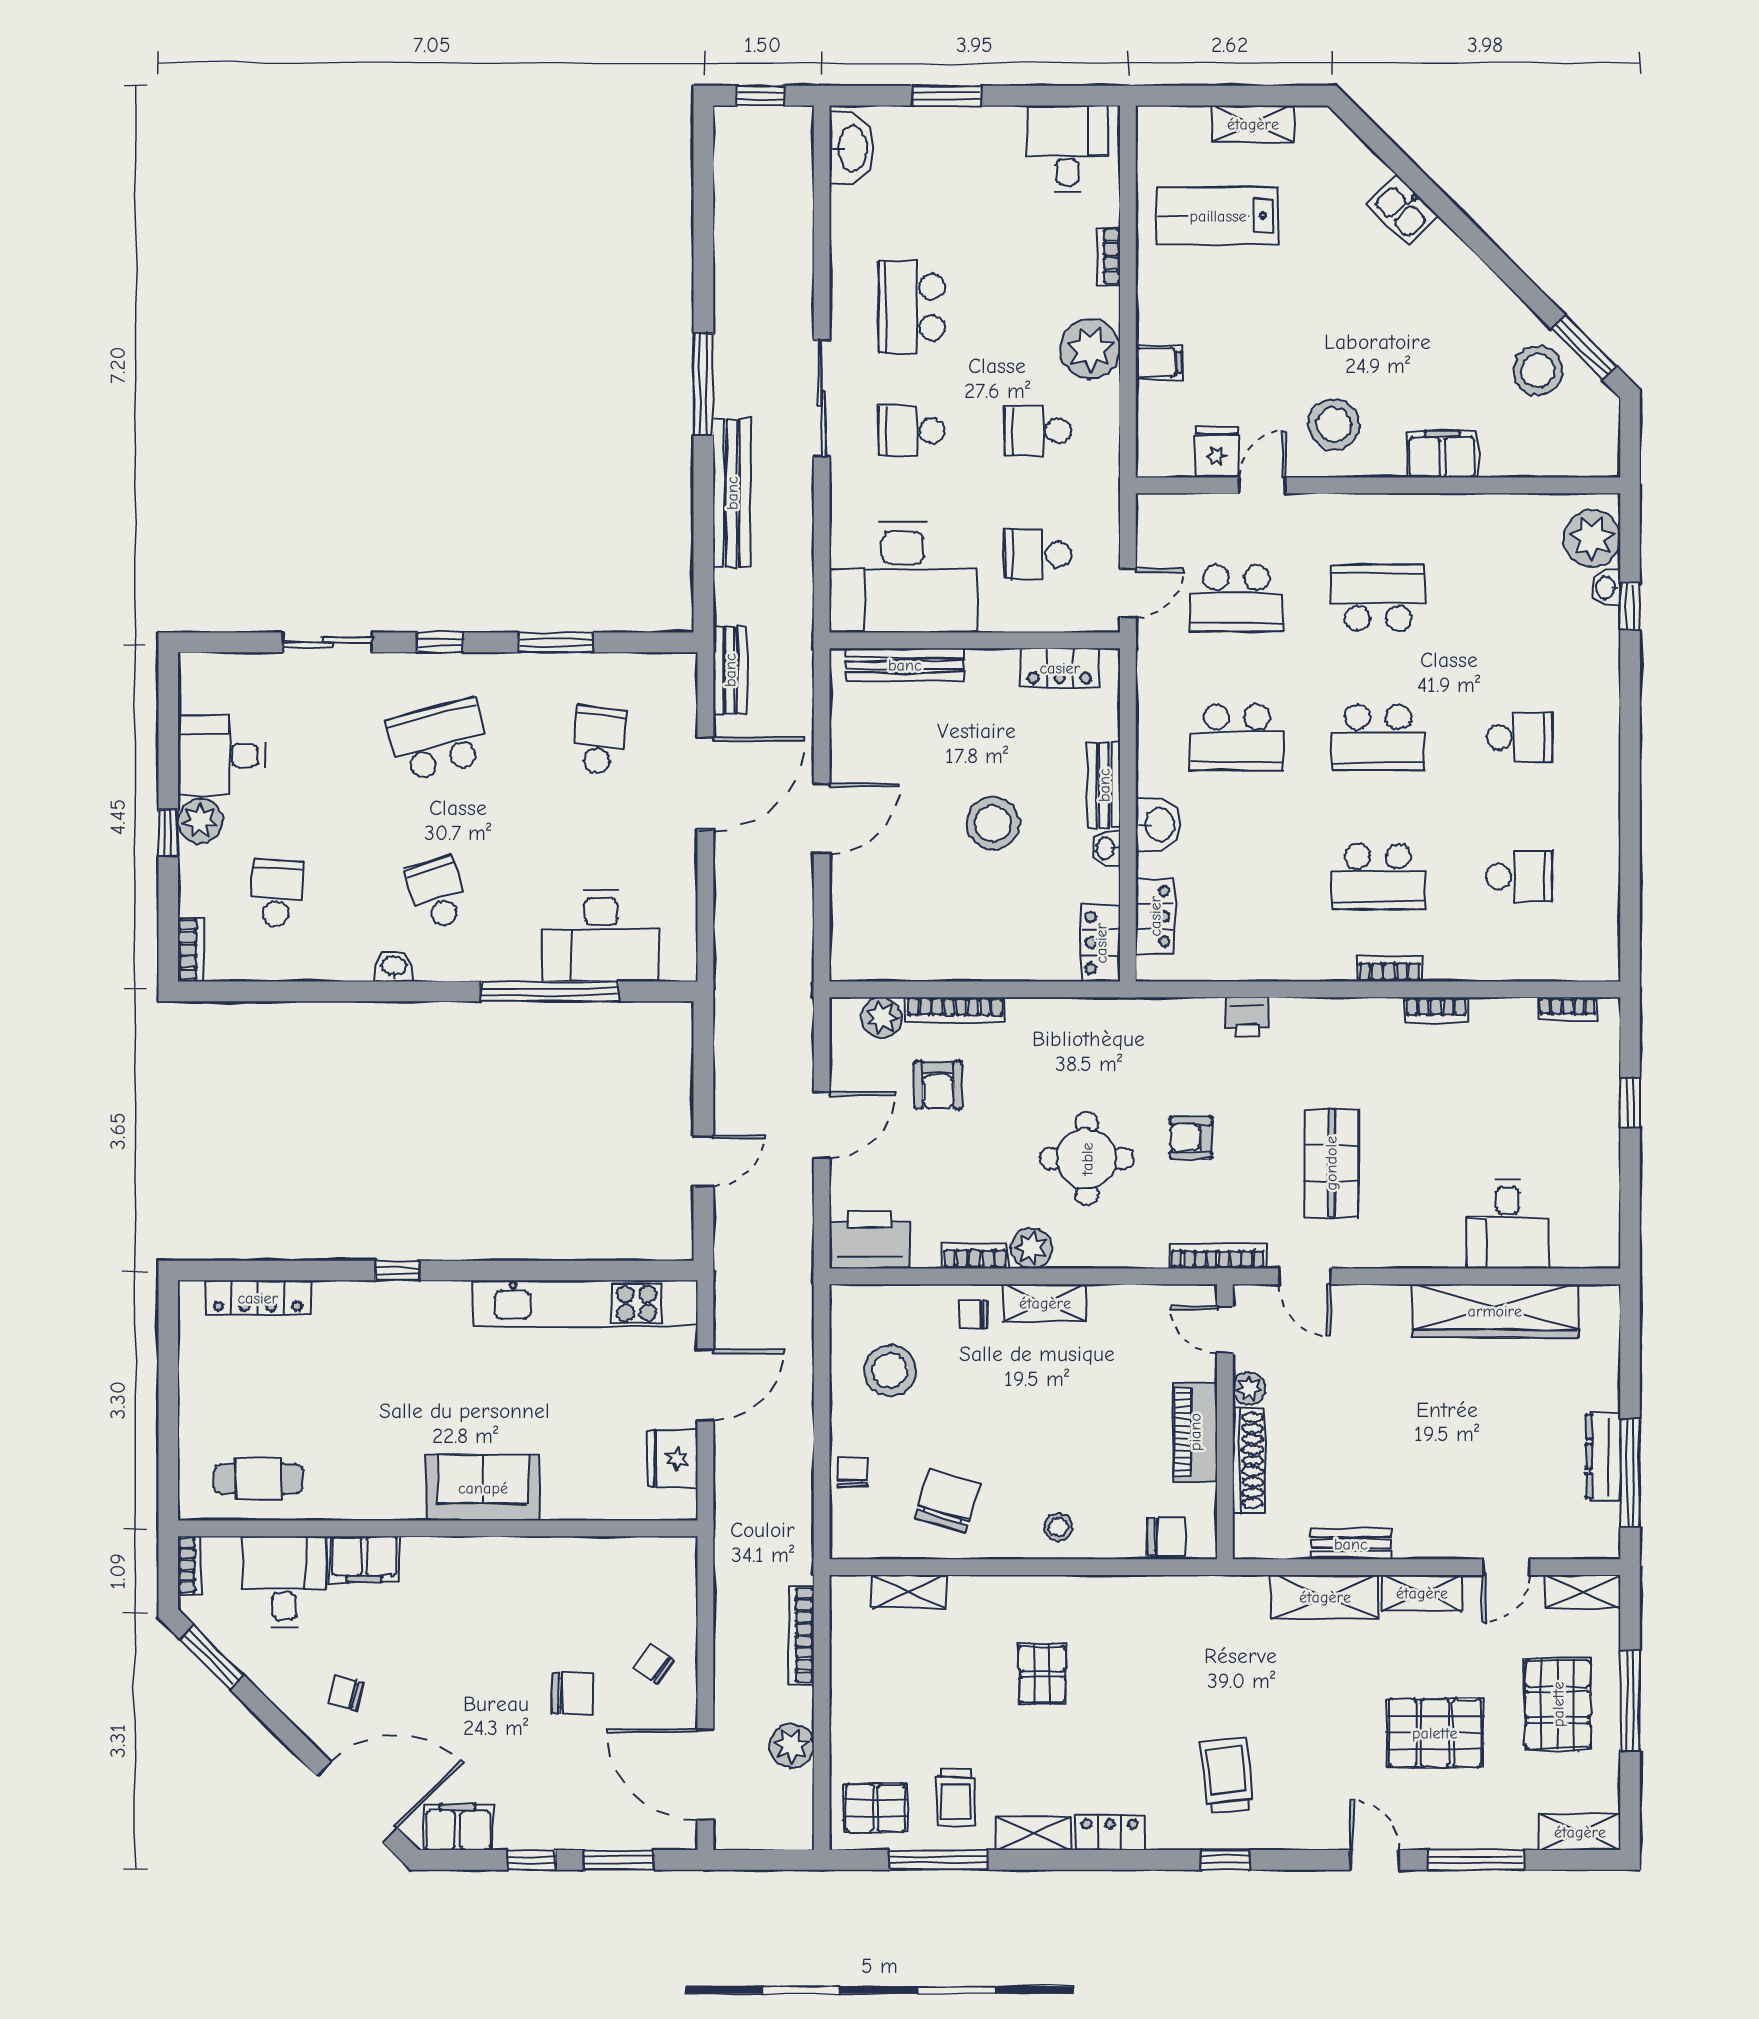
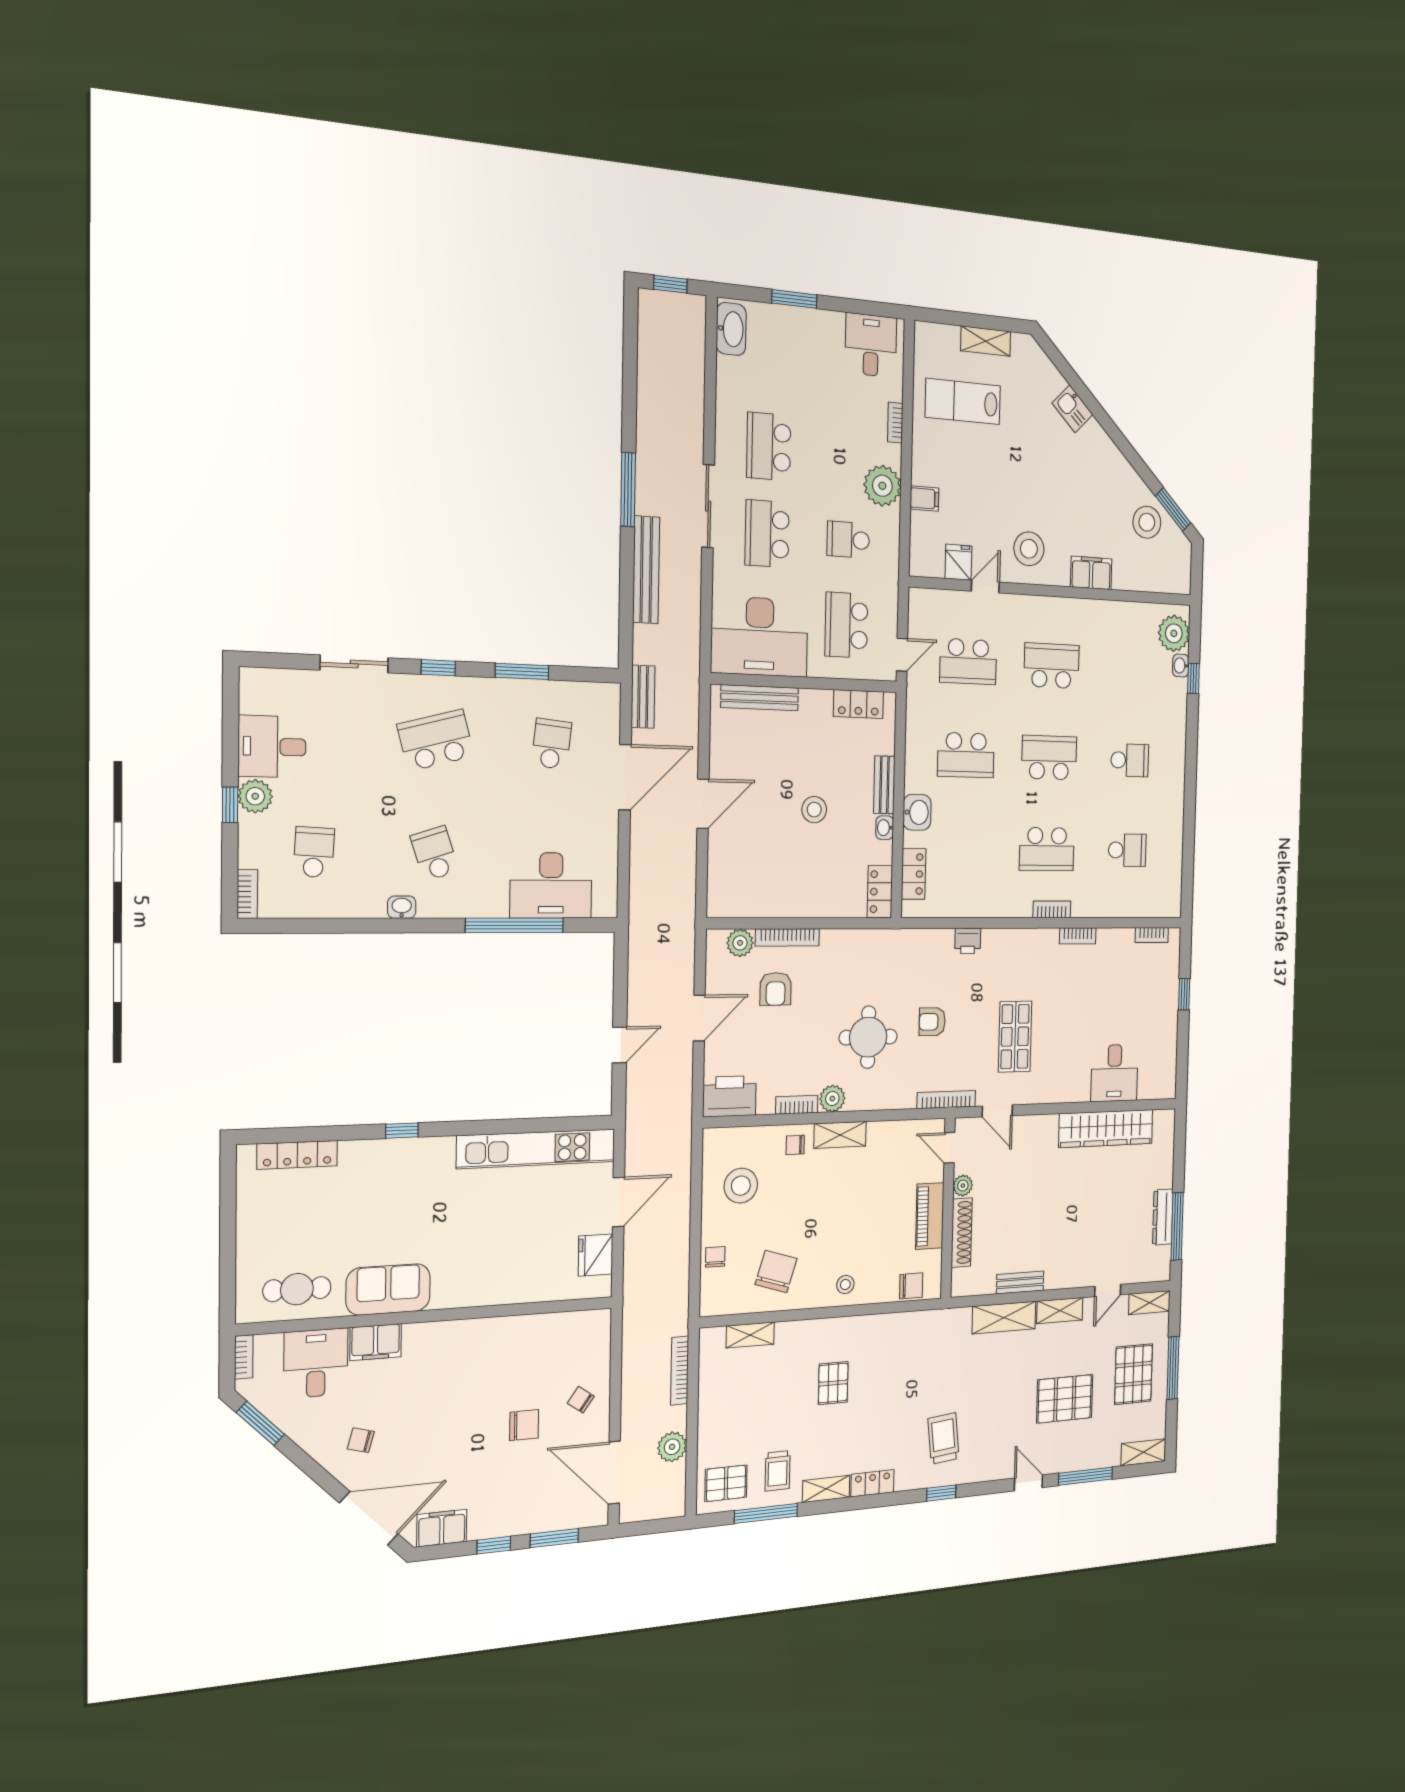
school desk: (912, 431) -> (767, 534), width x1.85
school desk: (1038, 554) -> (846, 625), width x1.85
school desk: (1378, 737) -> (1049, 758), turned 180
stool: (993, 824) -> (814, 810), width x0.73, depth x0.73
sofa: (483, 1488) -> (388, 1289), moved

